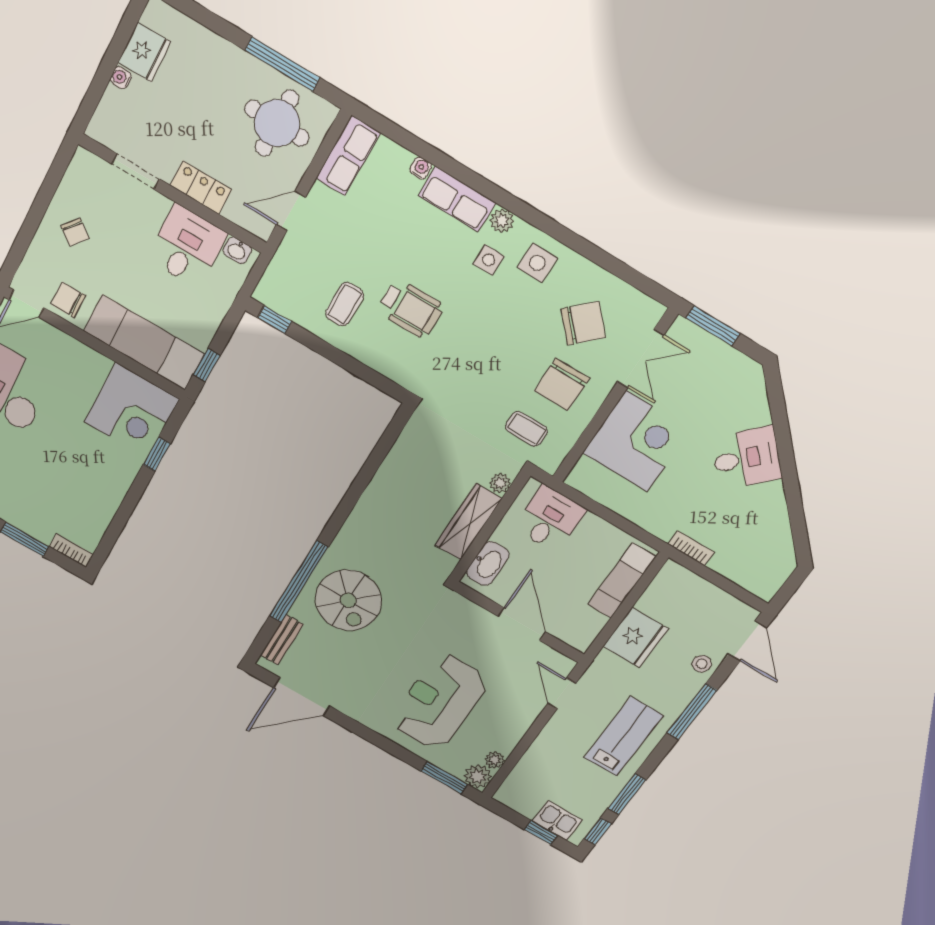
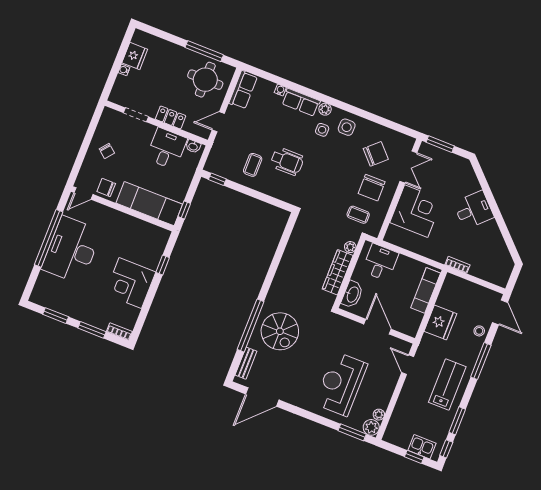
corner desk: (132, 410) -> (130, 283), moved, turned 90

